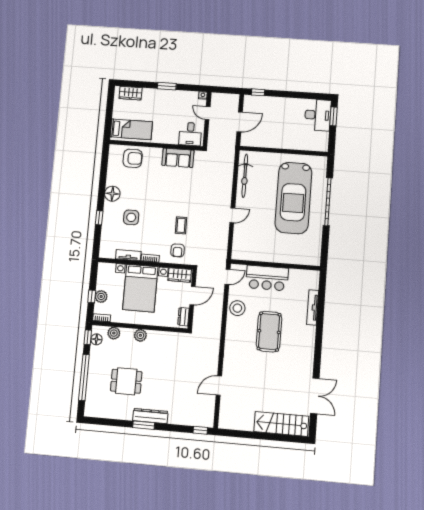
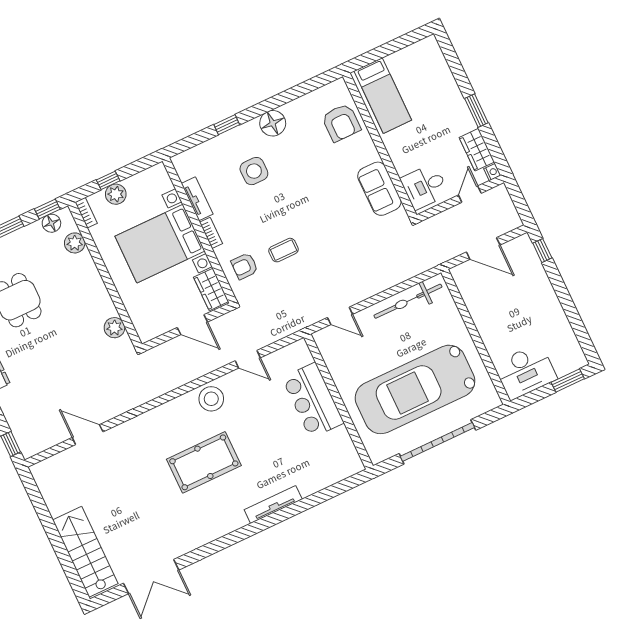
wardrobe: (131, 93) -> (477, 150), moved
desk: (318, 115) -> (525, 371), moved
wall: (275, 265) -> (338, 402), moved
bar counter: (267, 278) -> (313, 400), moved
dresser: (183, 317) -> (155, 329), removed
plant: (140, 335) -> (114, 328), moved

